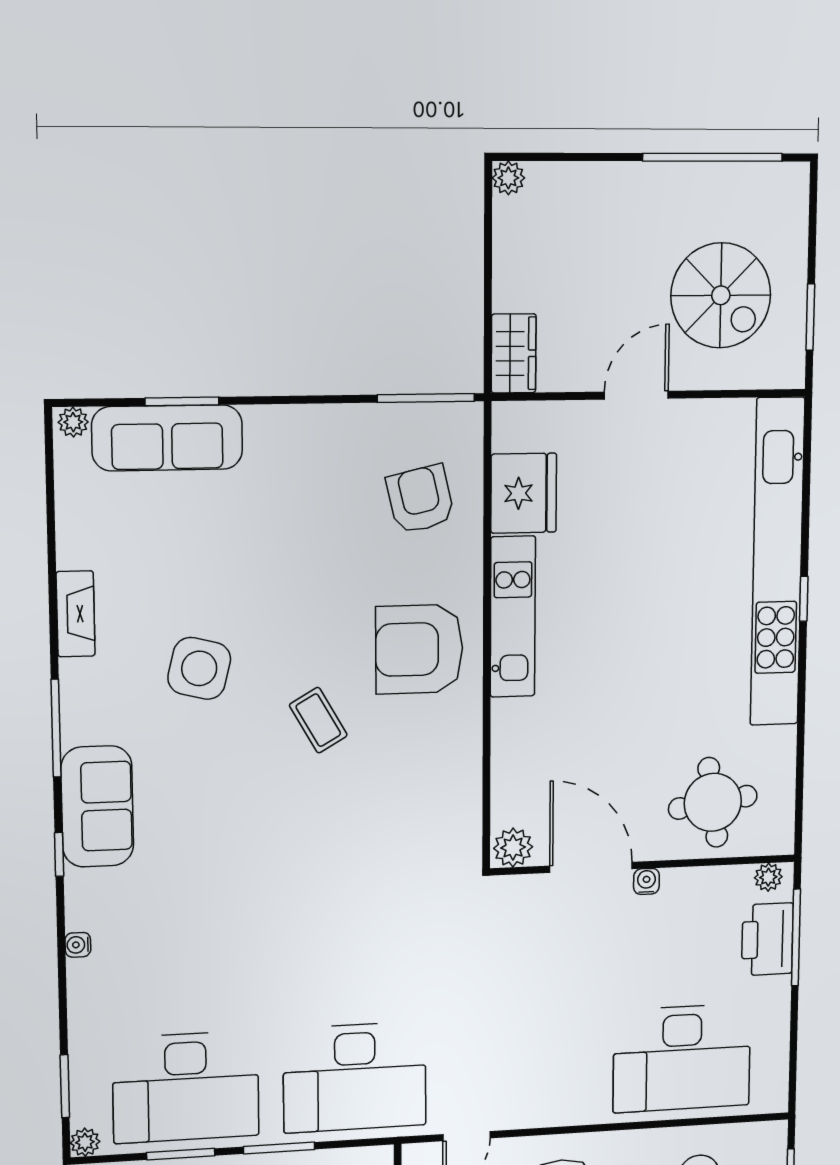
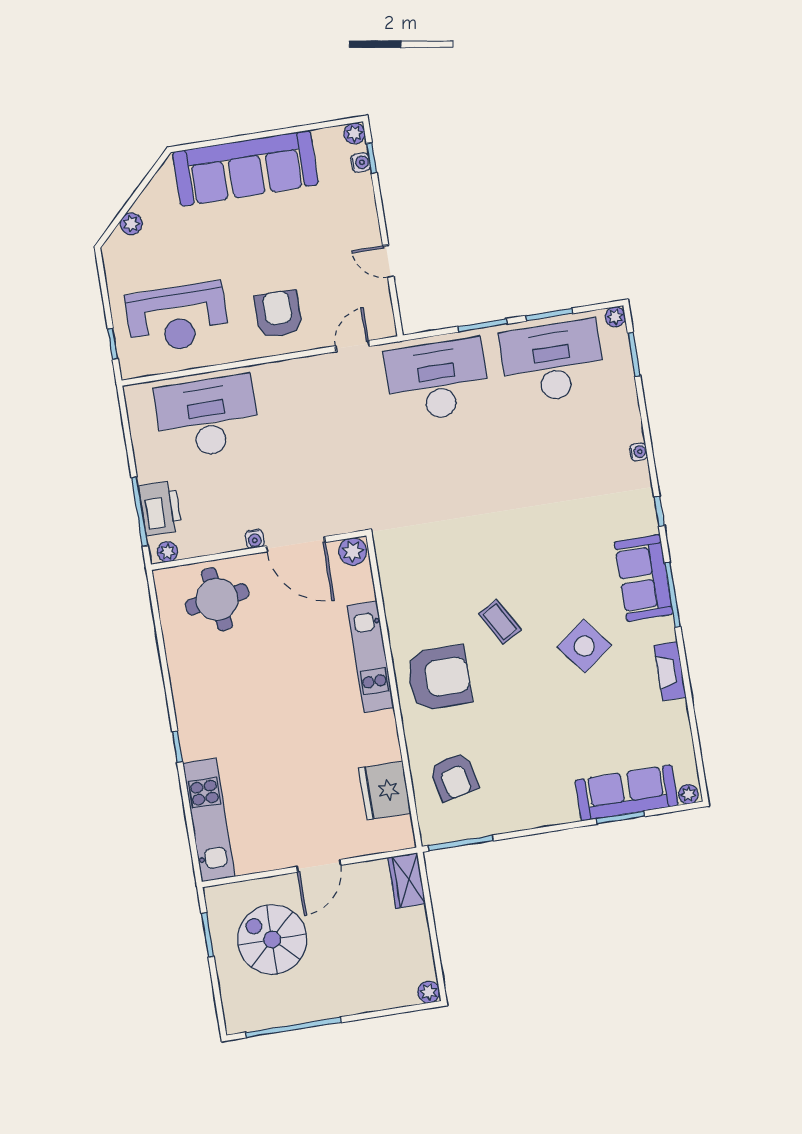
kitchen unit: (777, 562) -> (209, 820), width x0.54
kitchen unit: (513, 617) -> (370, 657), moved
side table: (199, 668) -> (584, 646), turned 38
sofa: (97, 806) -> (644, 578), moved

